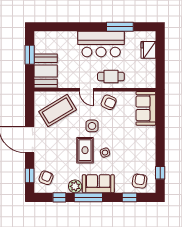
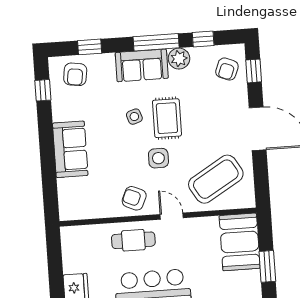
sofa: (146, 108) -> (70, 149), moved

